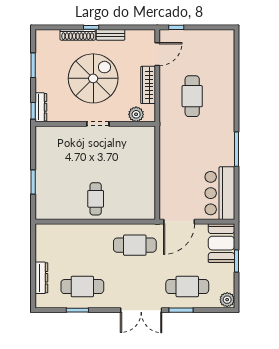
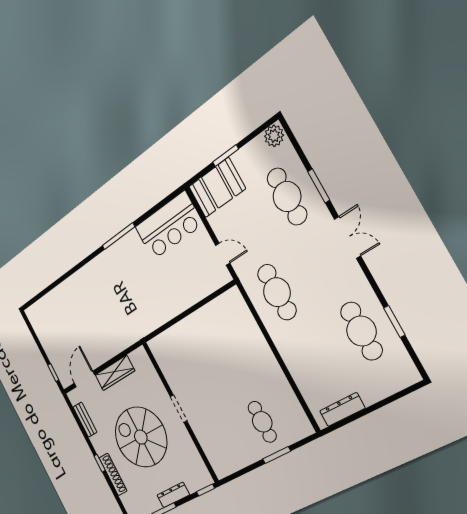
bench: (111, 35) -> (85, 420), moved
door: (157, 54) -> (84, 379), hinge flipped
cafe table: (192, 96) -> (99, 318), removed
dresser: (41, 107) -> (173, 495), moved
plant: (136, 114) -> (147, 370), removed
cafe table: (96, 199) -> (262, 422), moved, turned 90
door: (179, 222) -> (223, 254), width x0.53
dresser: (41, 278) -> (342, 409), moved
double door: (141, 310) -> (348, 237), width x0.73

